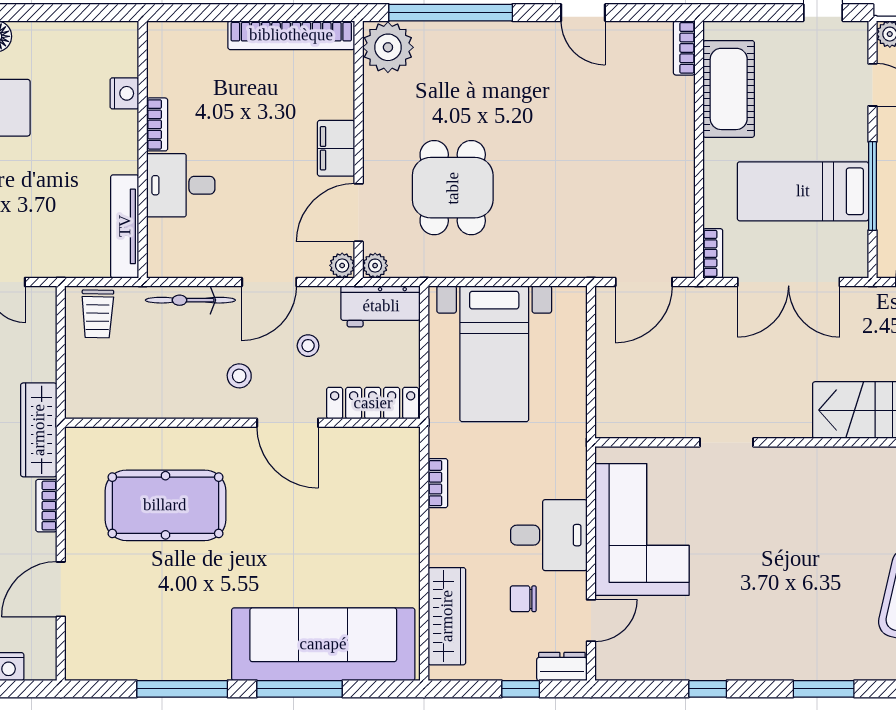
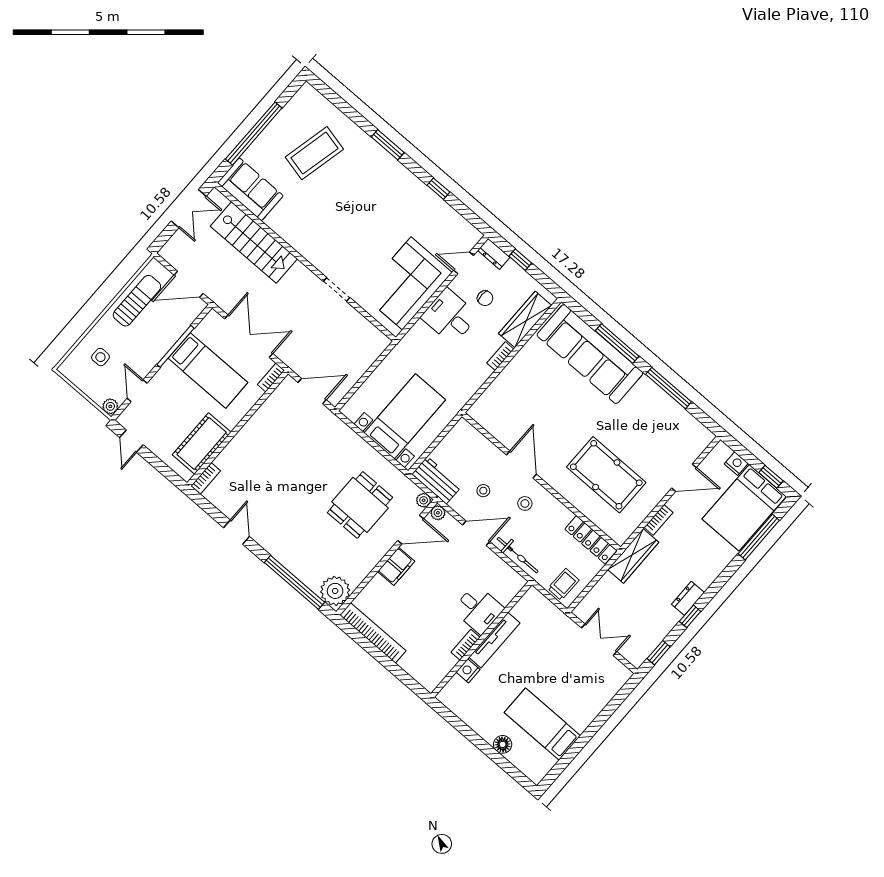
tv unit: (125, 226) -> (494, 640), moved
locker: (373, 403) -> (591, 540), moved
bookcase: (438, 483) -> (500, 356), moved

